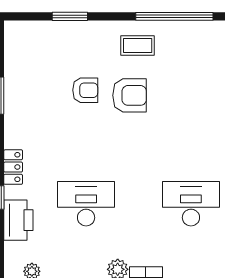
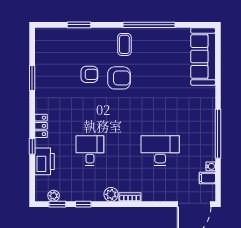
coffee table: (138, 45) -> (124, 44), turned 90
desk: (86, 204) -> (90, 150), width x0.73

